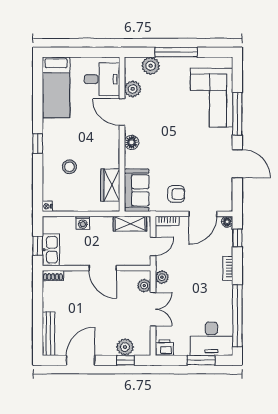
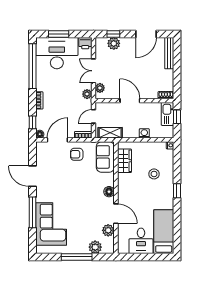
desk: (102, 79) -> (141, 241), moved, turned -90
desk: (211, 339) -> (57, 53), width x1.36, depth x1.30

